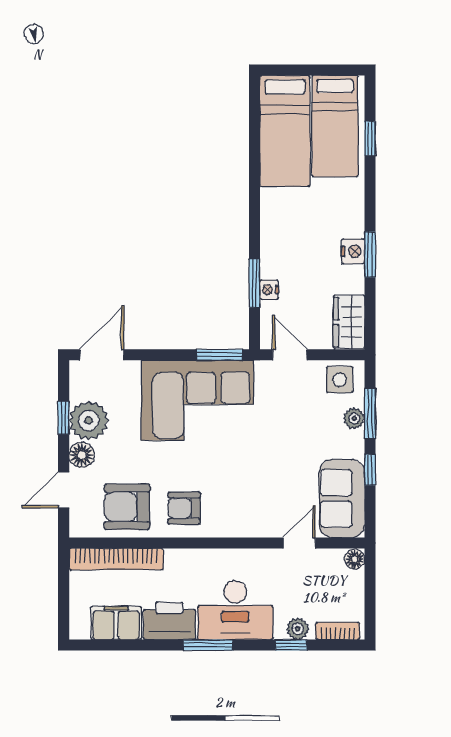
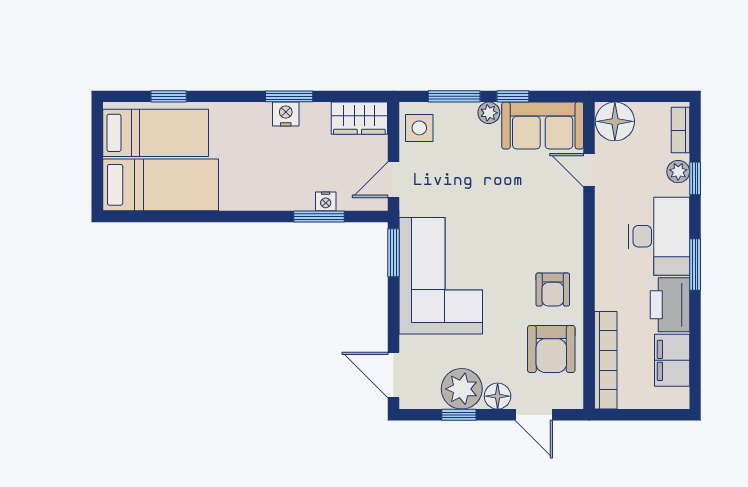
plant: (354, 418) -> (489, 113), moved
floor lamp: (355, 559) -> (615, 121), width x1.89, depth x1.89

